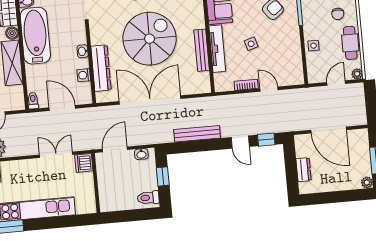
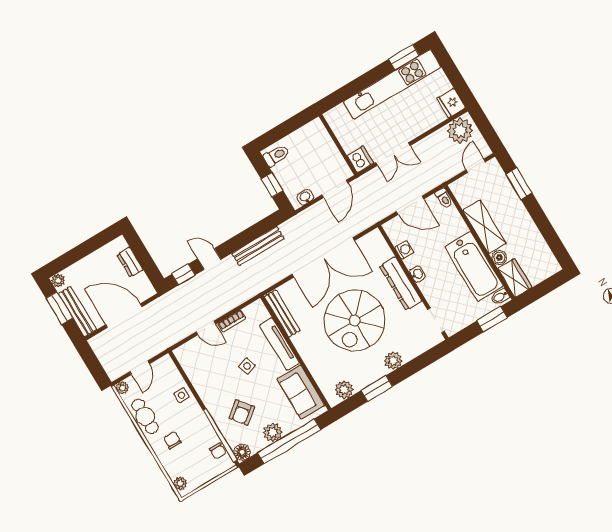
bench: (202, 50) -> (282, 313), moved
dresser: (101, 68) -> (401, 284), moved
bench: (364, 151) -> (77, 312), added

